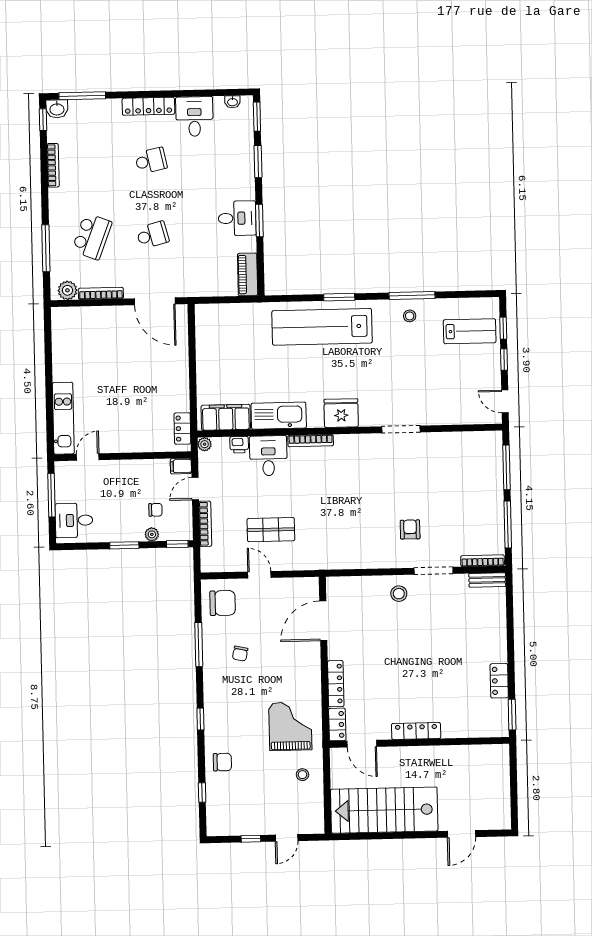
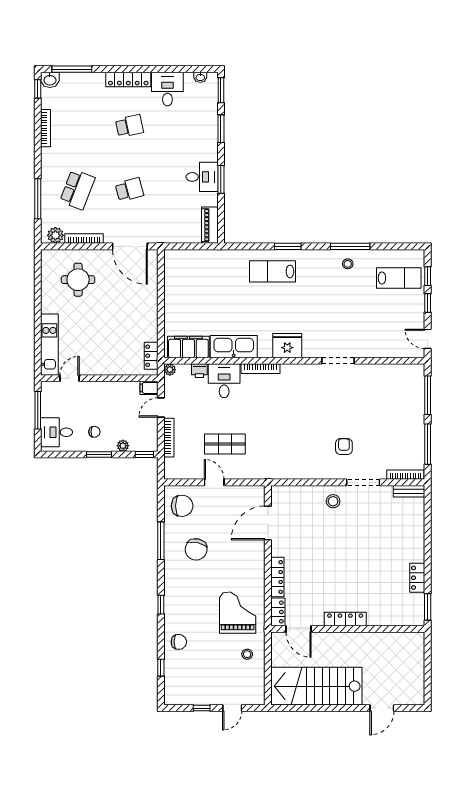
lab bench: (322, 327) -> (273, 271), width x0.54, depth x0.72
round table: (95, 342) -> (78, 280), added
chair: (155, 510) -> (94, 432), moved
chair: (240, 654) -> (196, 549), width x1.87, depth x1.87

